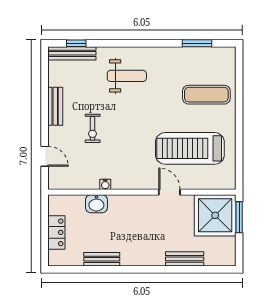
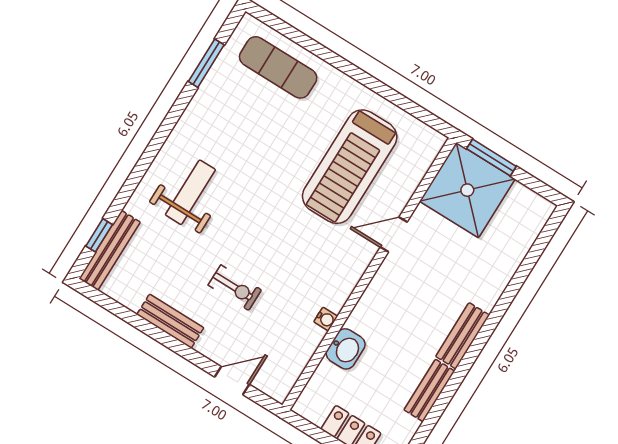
exercise mat: (206, 95) -> (278, 67), moved, turned 90
bench: (185, 259) -> (463, 336), moved

